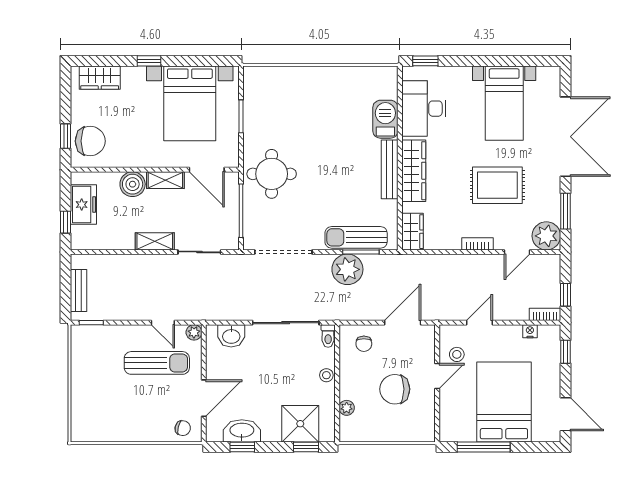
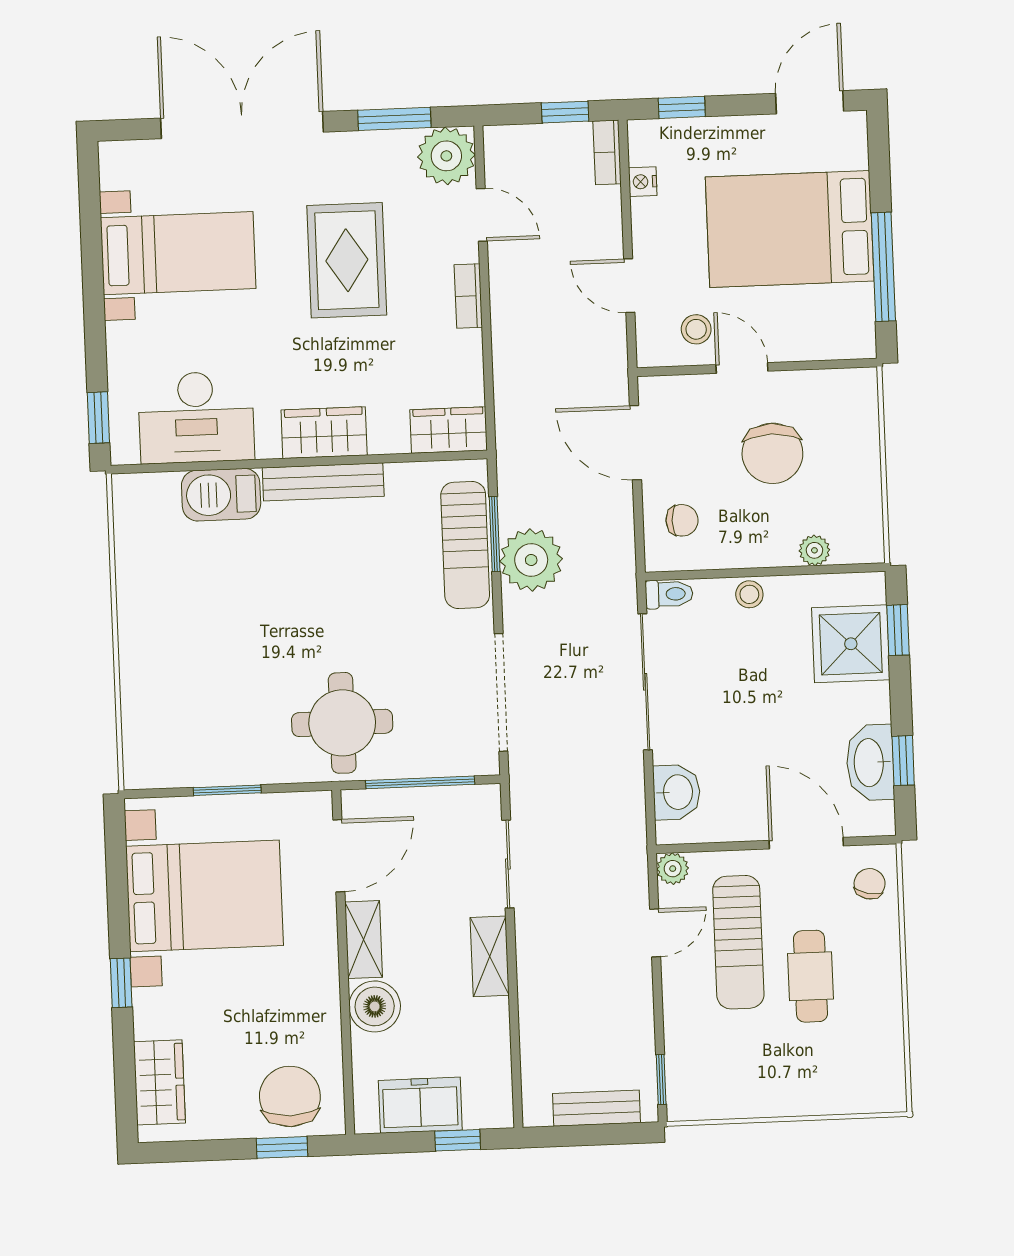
wardrobe: (414, 171) -> (324, 433), width x0.67
sun lounger: (157, 363) -> (738, 942), turned 180
cafe table: (139, 398) -> (811, 976), added

